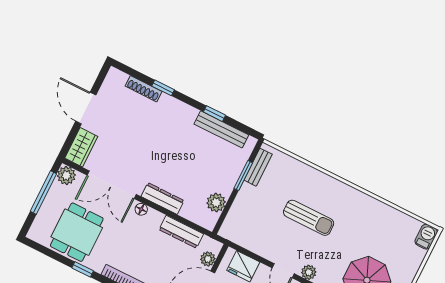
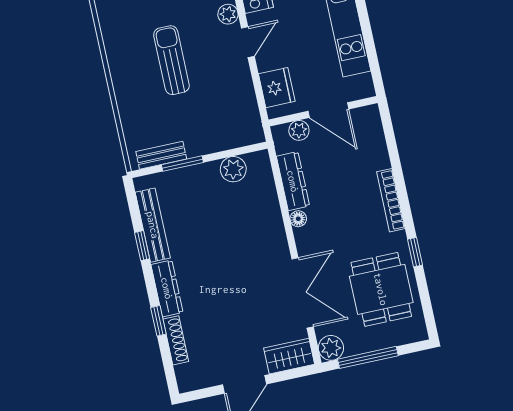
dresser: (163, 198) -> (167, 288), moved, turned 180
floor lamp: (141, 209) -> (298, 219), moved
dining table: (77, 232) -> (381, 289), turned 90

